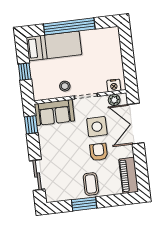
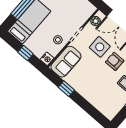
nightstand: (114, 85) -> (47, 59), moved
window: (31, 125) -> (66, 89), moved
sliding door: (37, 175) -> (90, 109), removed

